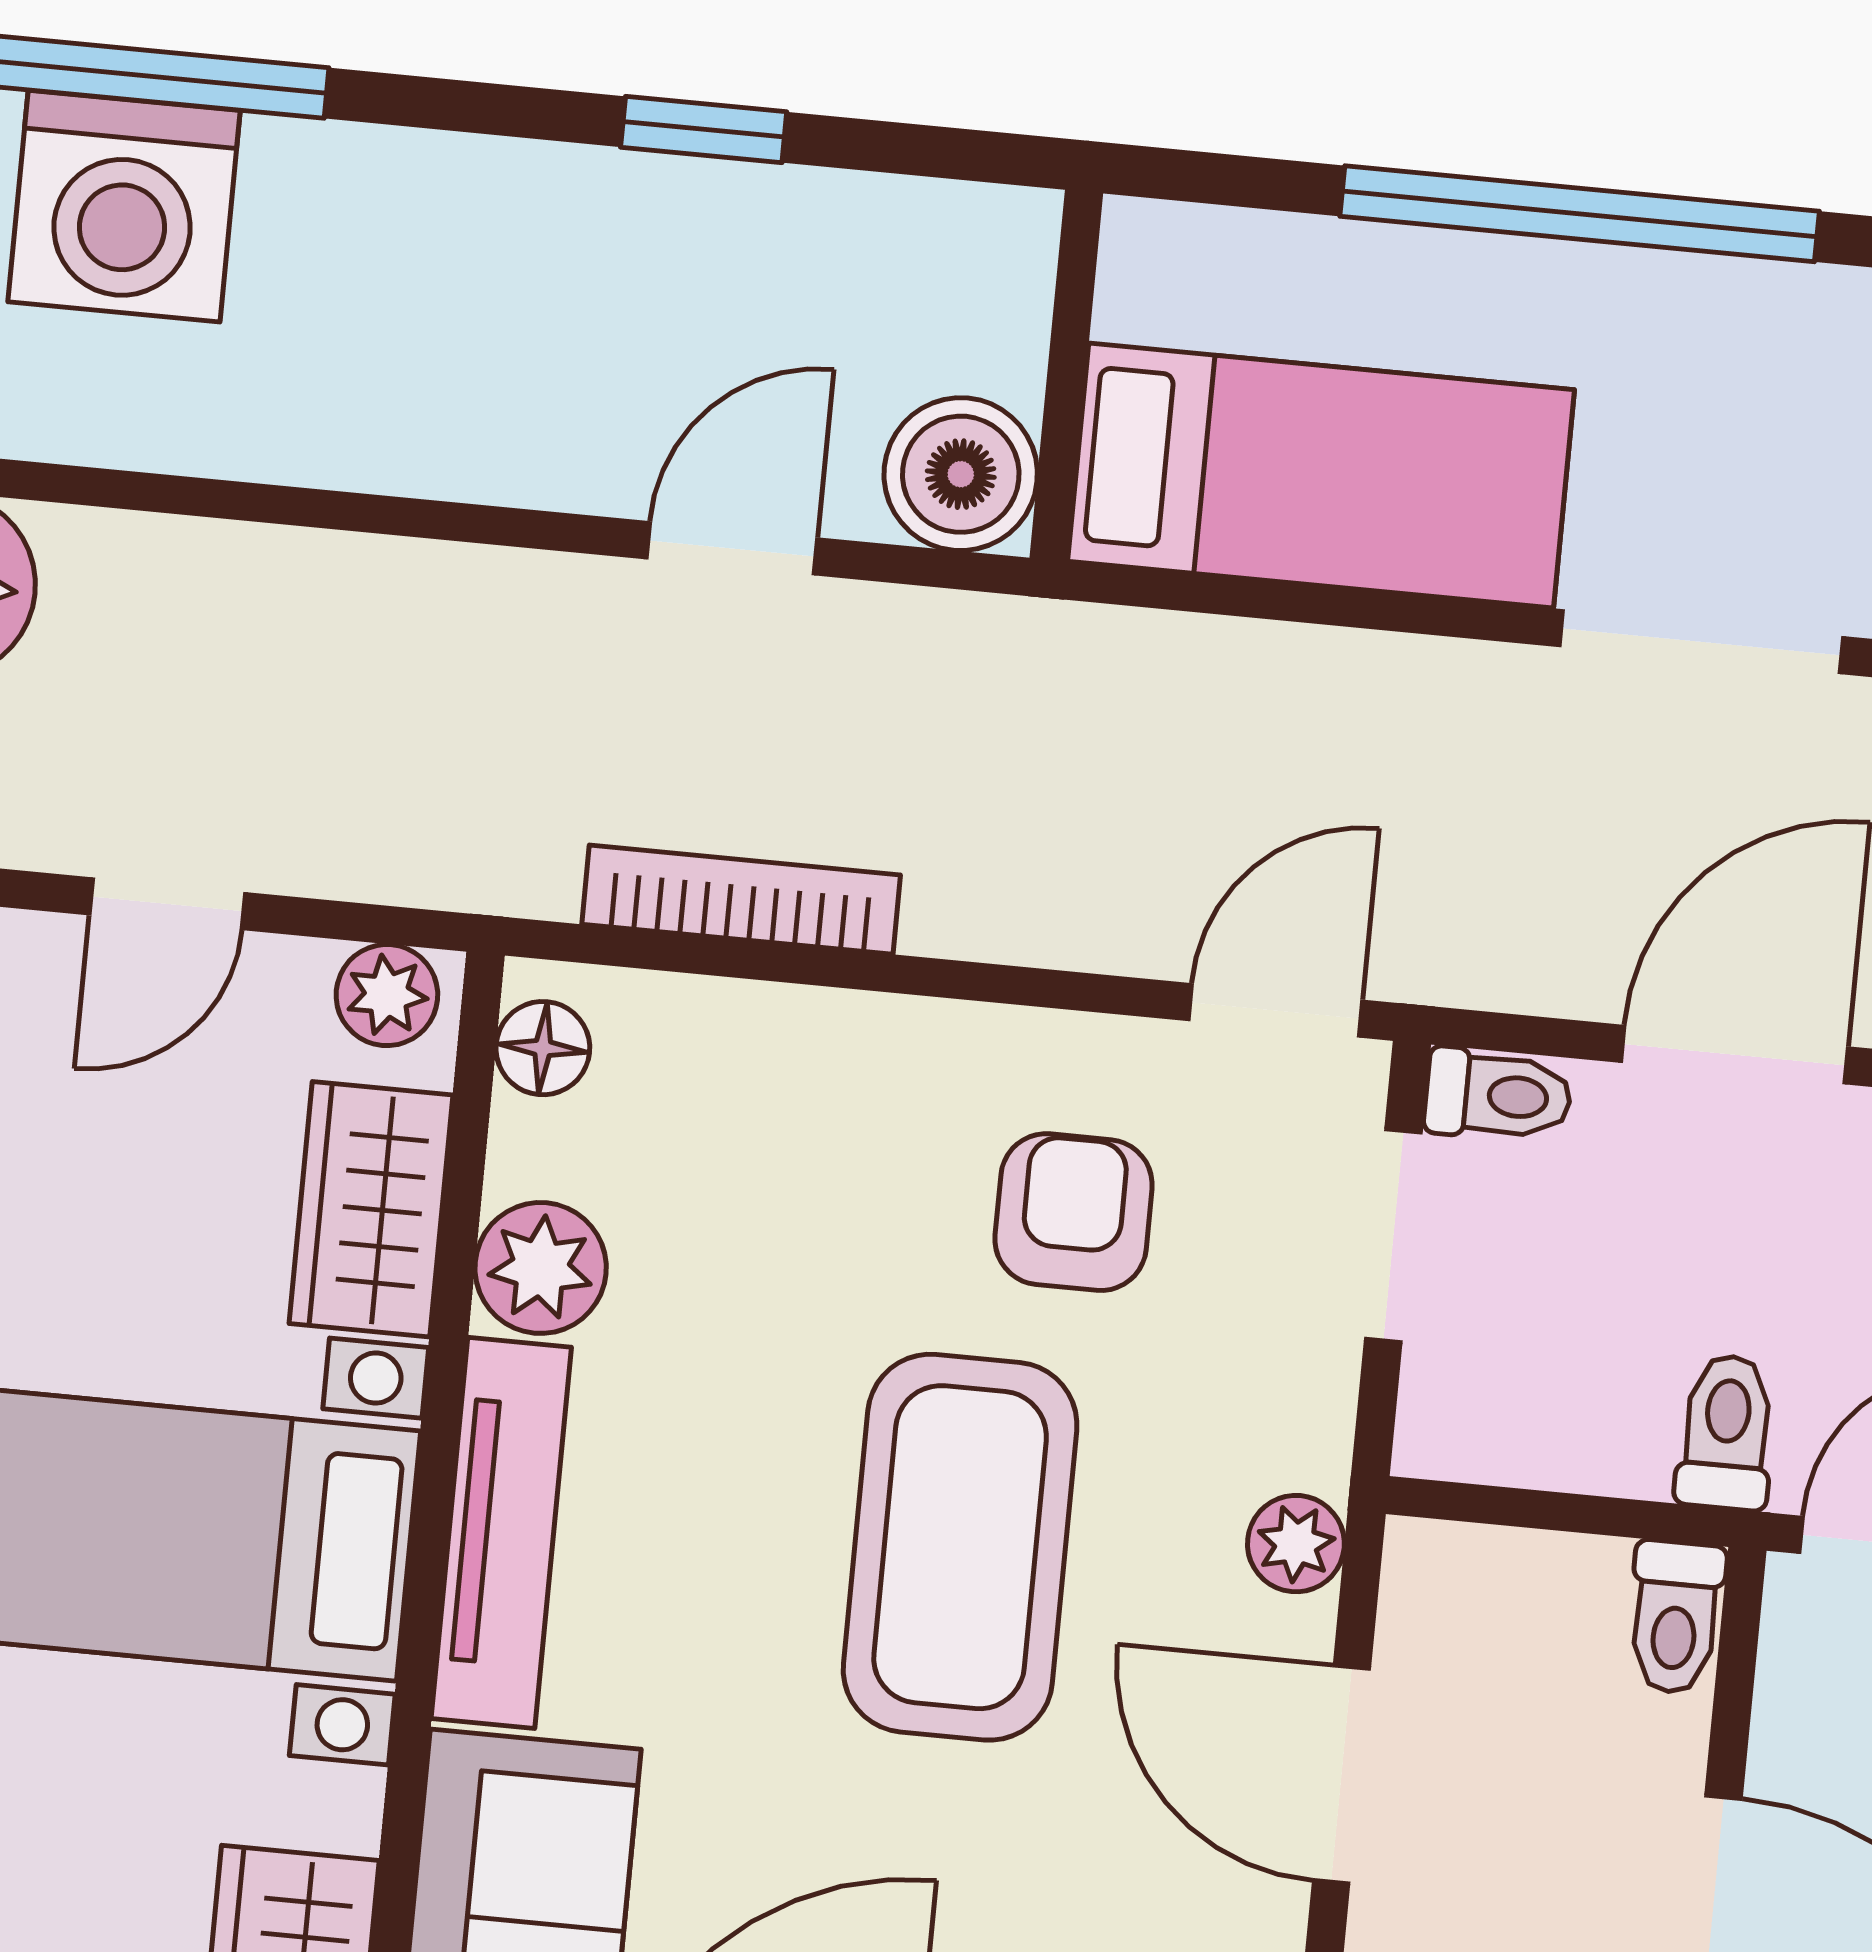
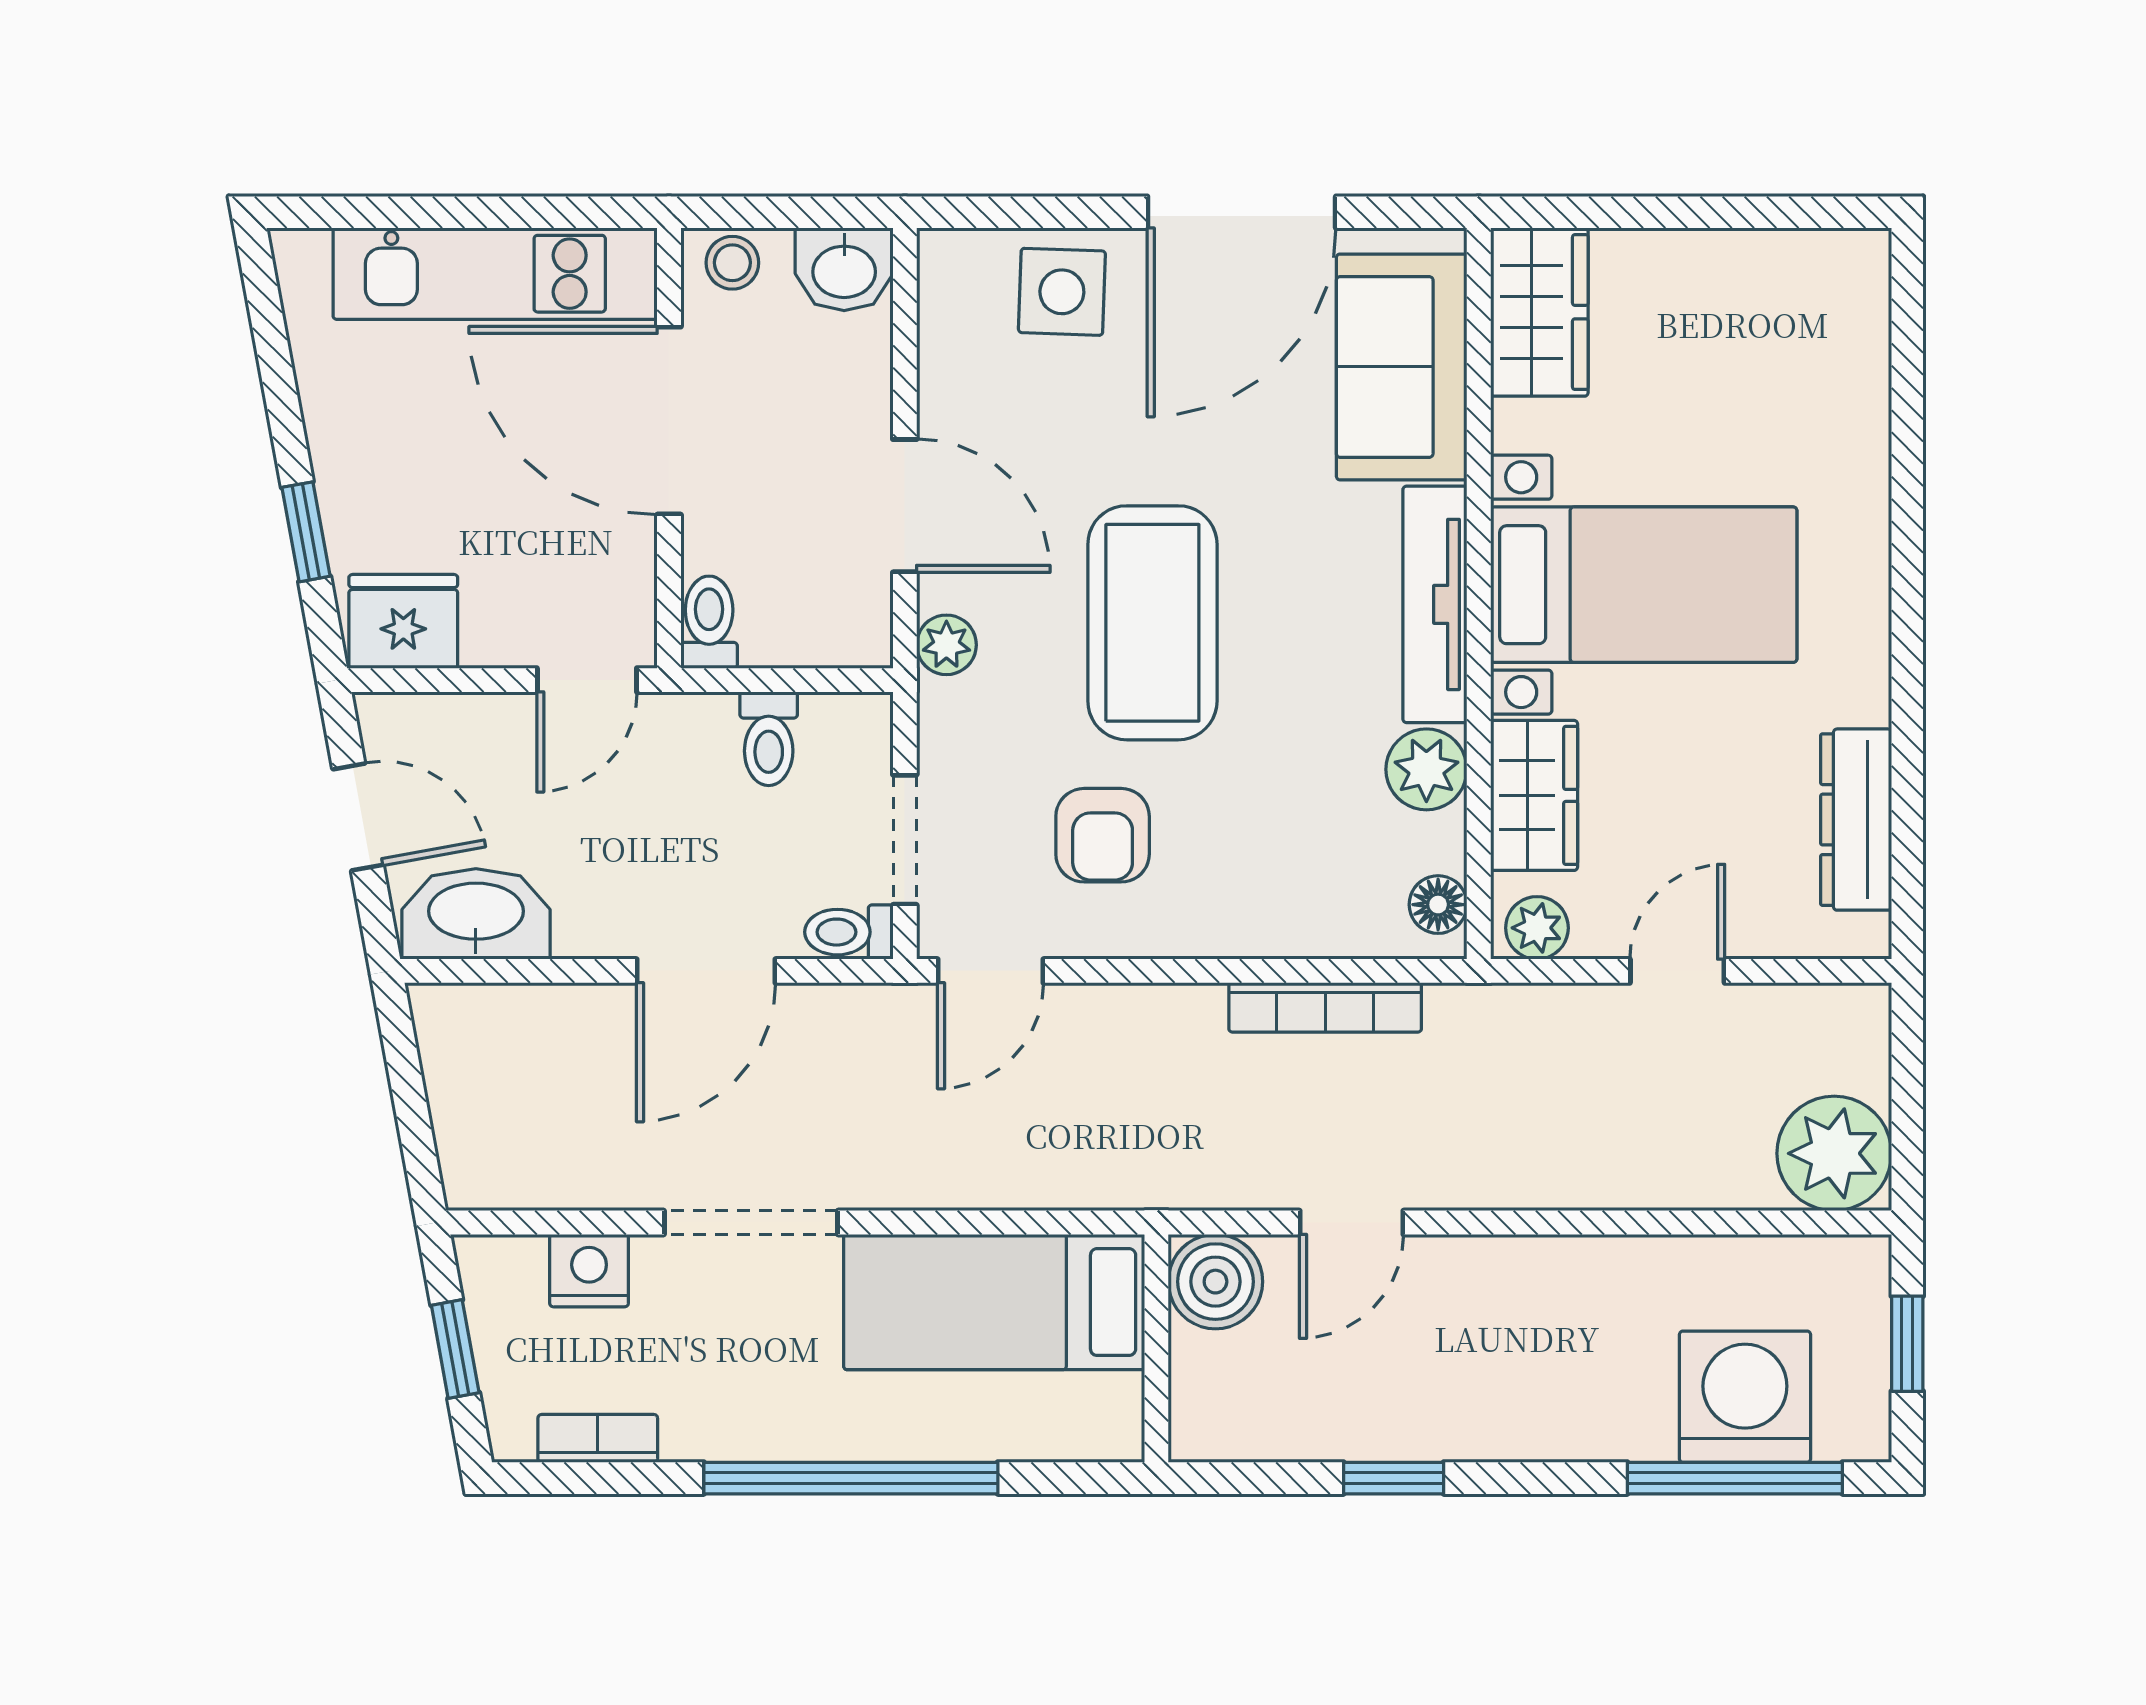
toilet: (1726, 1432) -> (769, 739), moved

